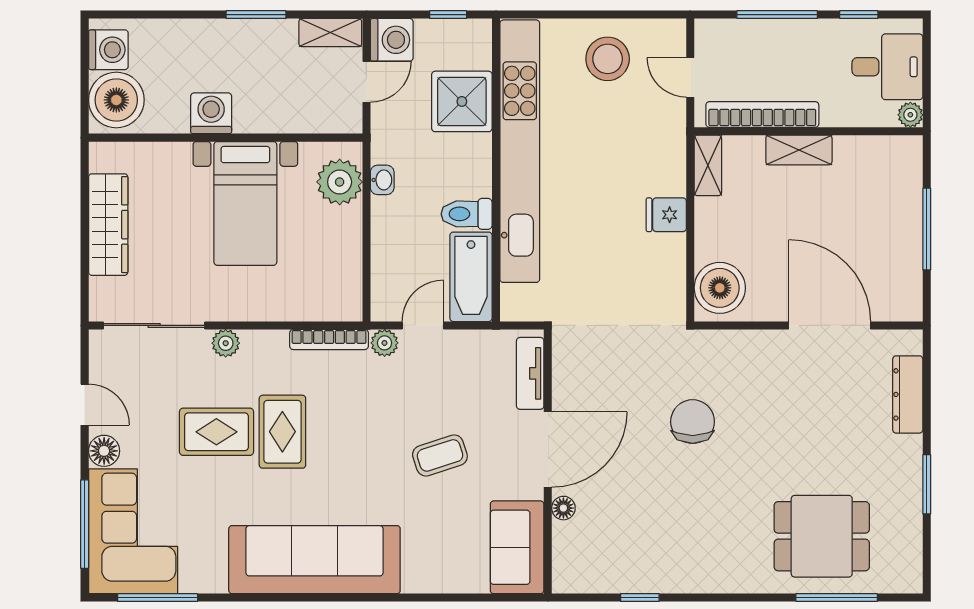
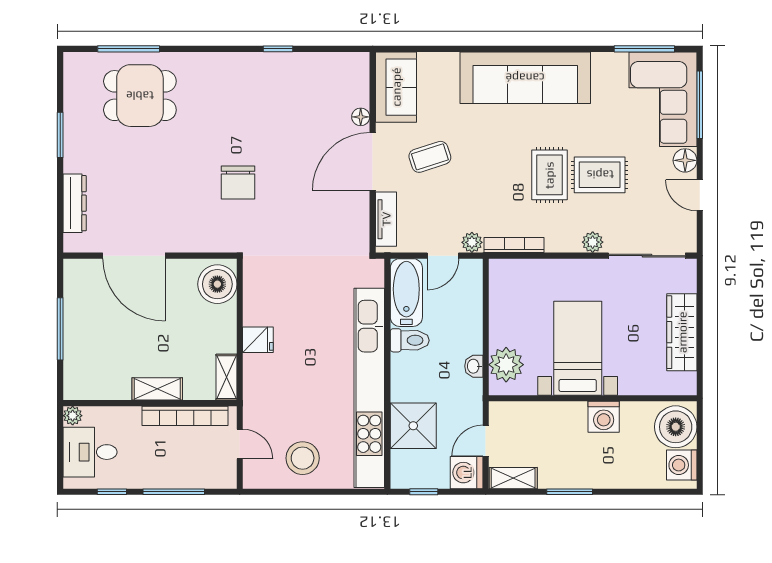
tv unit: (530, 373) -> (386, 219), moved
door: (548, 449) -> (373, 161), moved
wall: (548, 462) -> (373, 152), moved
floor lamp: (563, 508) -> (361, 117), moved
sofa: (517, 547) -> (396, 87), moved

